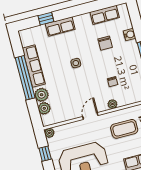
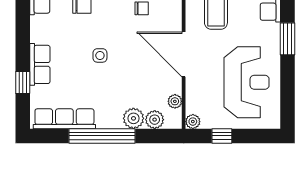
row of seats: (34, 66) -> (64, 119), moved
plant: (112, 104) -> (175, 101), moved
door: (90, 116) -> (184, 54), width x1.87

